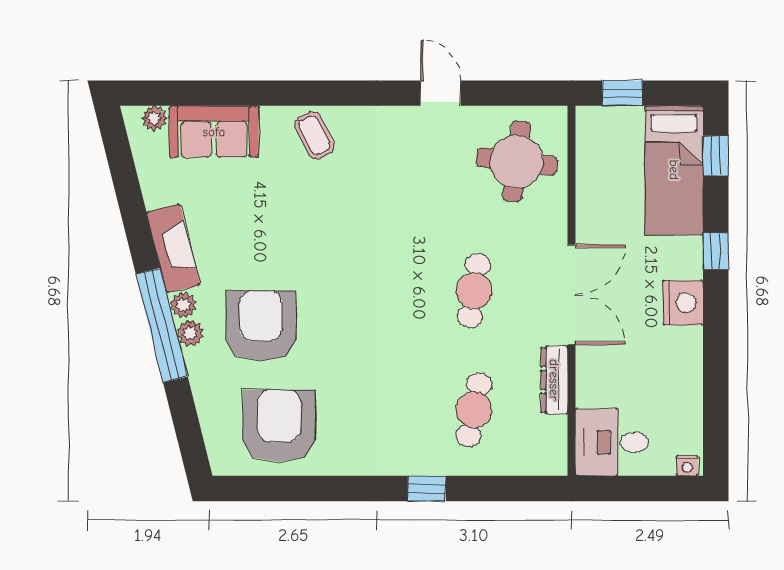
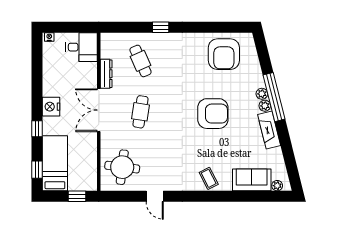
armchair: (261, 326) -> (213, 114), moved, turned -90
cafe table: (474, 410) -> (140, 61), turned -36

